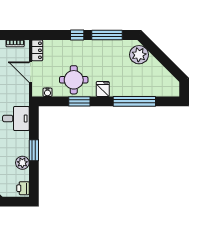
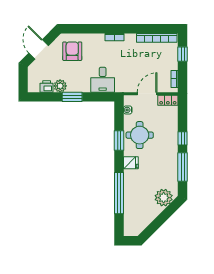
printer: (23, 188) -> (47, 87), moved

